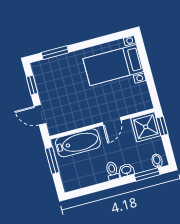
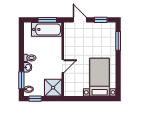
door: (40, 115) -> (80, 20), hinge flipped
door: (112, 121) -> (63, 66), swing flipped
window: (162, 126) -> (35, 99), moved
bathtub: (78, 143) -> (47, 29), moved, turned -90

